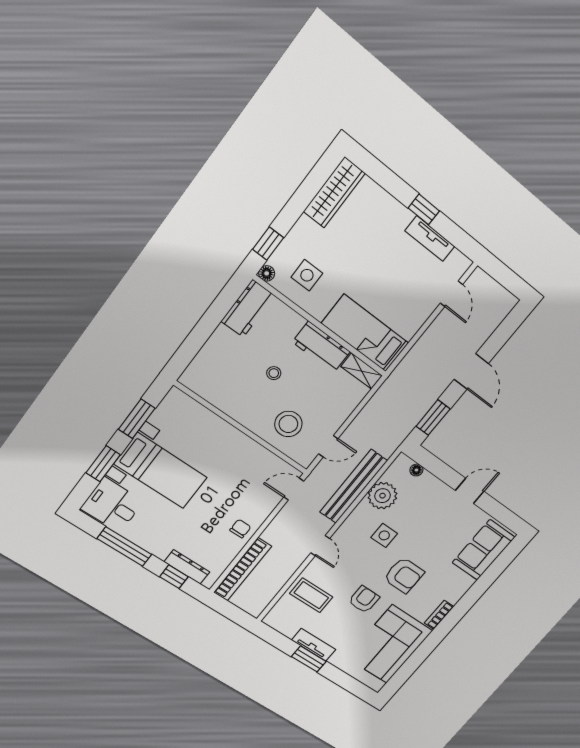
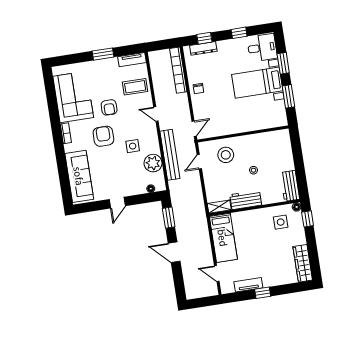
bed: (365, 333) -> (223, 238), moved, turned 90
window: (124, 547) -> (239, 33), width x0.46
sofa: (483, 550) -> (79, 176), width x1.36
armchair: (404, 575) -> (103, 136), turned 90
tv unit: (314, 645) -> (132, 60), moved

